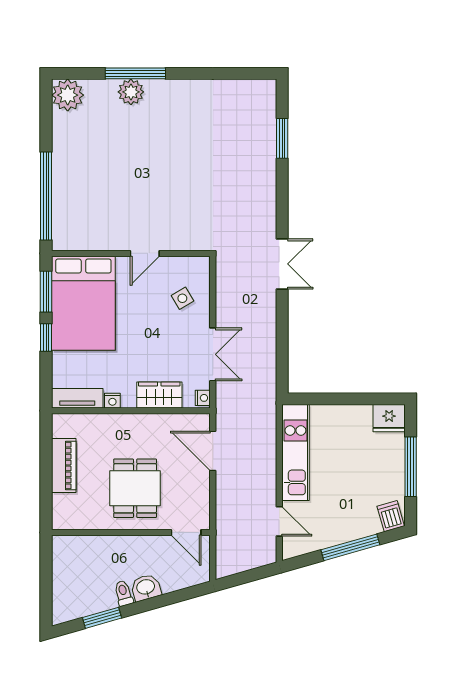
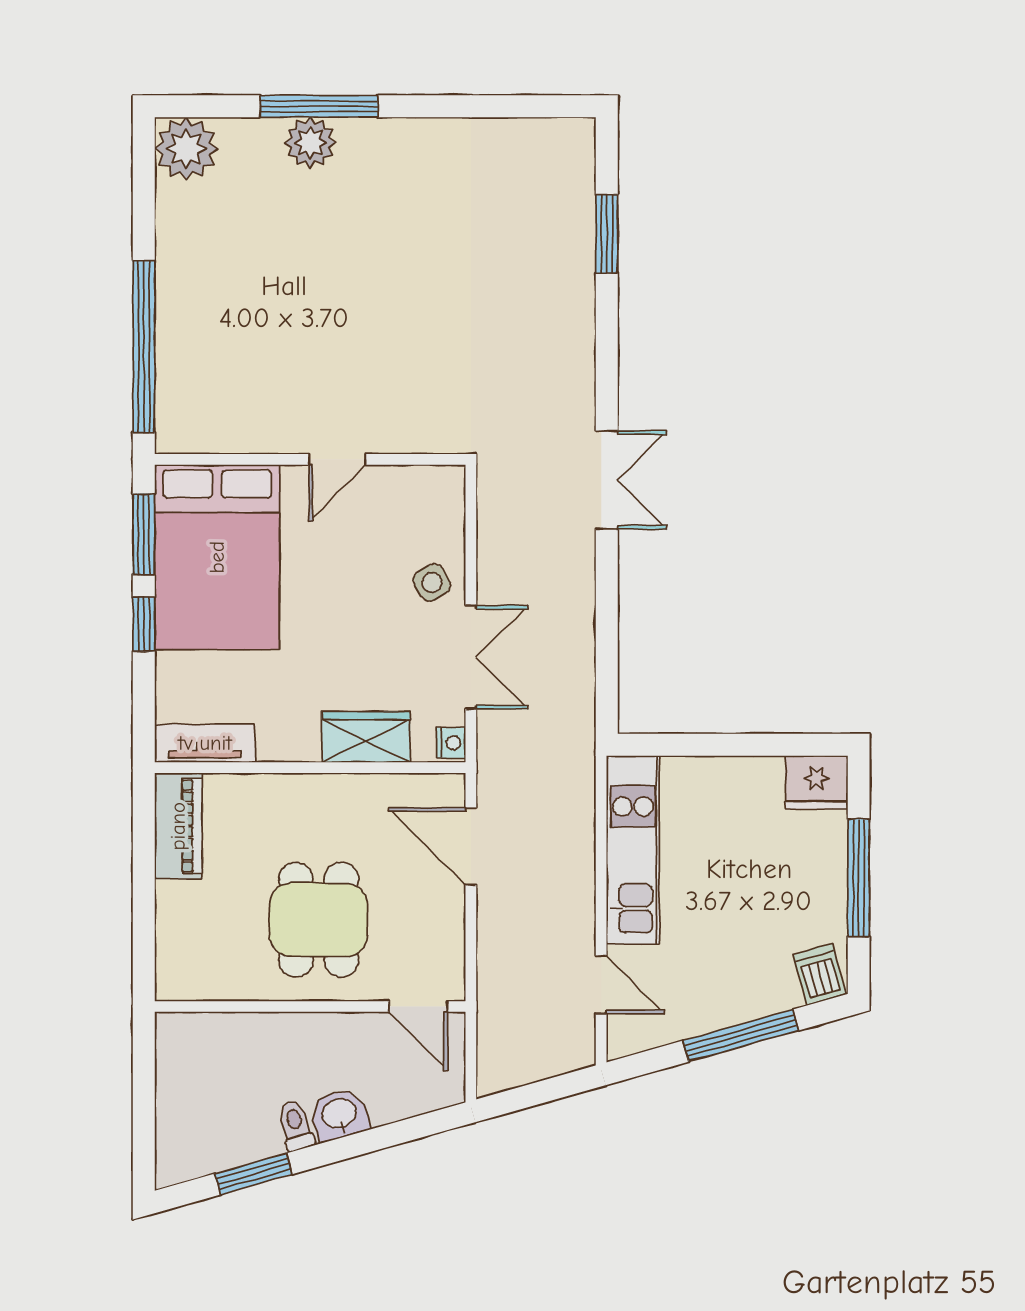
side table: (182, 298) -> (432, 582), moved
nightstand: (112, 401) -> (274, 748), removed
piano: (64, 465) -> (178, 826), moved

